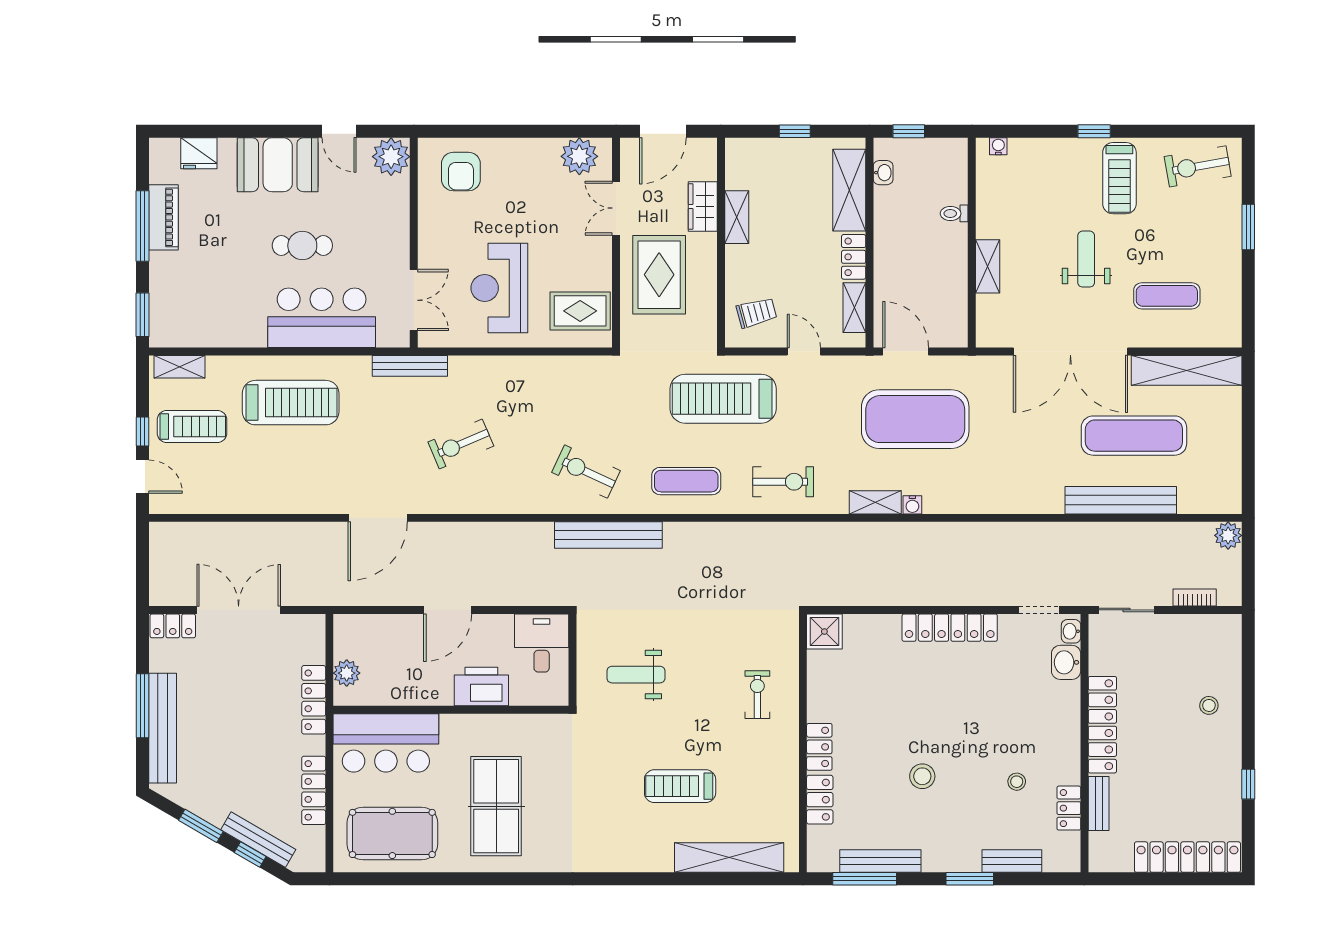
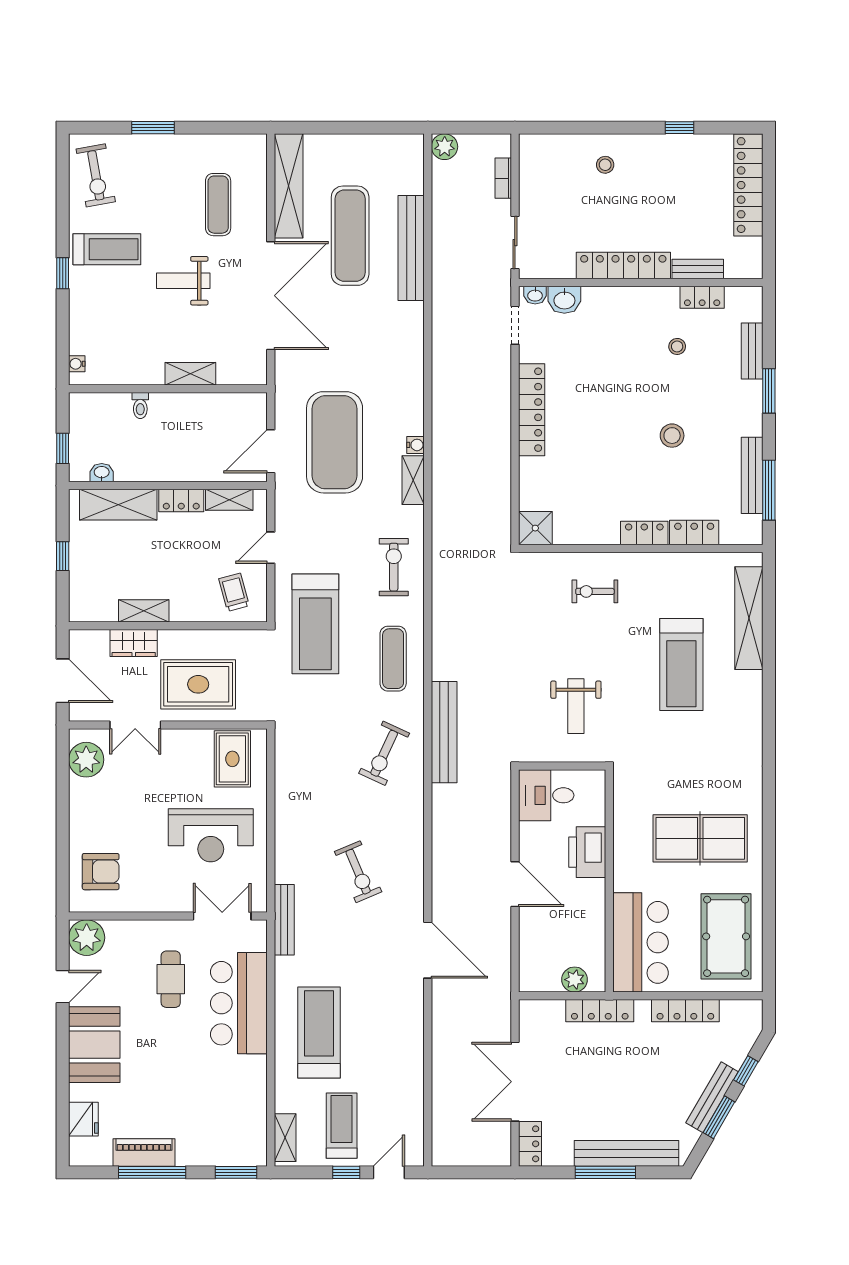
cafe table: (302, 246) -> (171, 979), moved
treadmill: (680, 786) -> (681, 665), width x1.37, depth x1.38
bench: (258, 840) -> (712, 1097), moved

